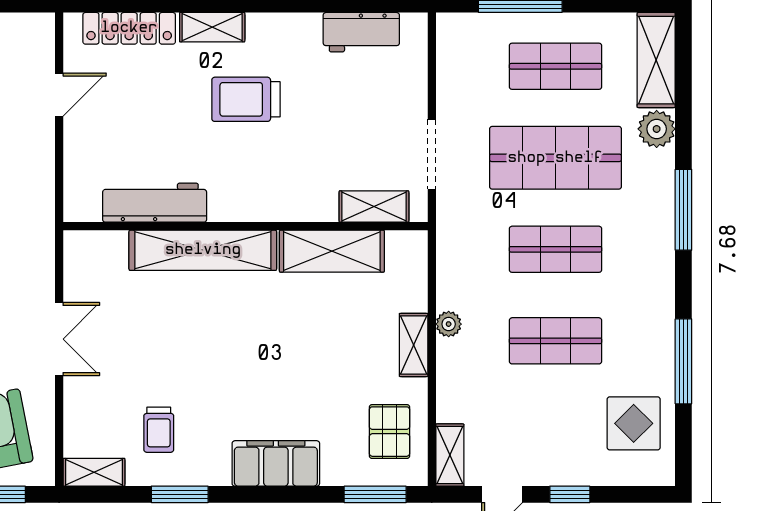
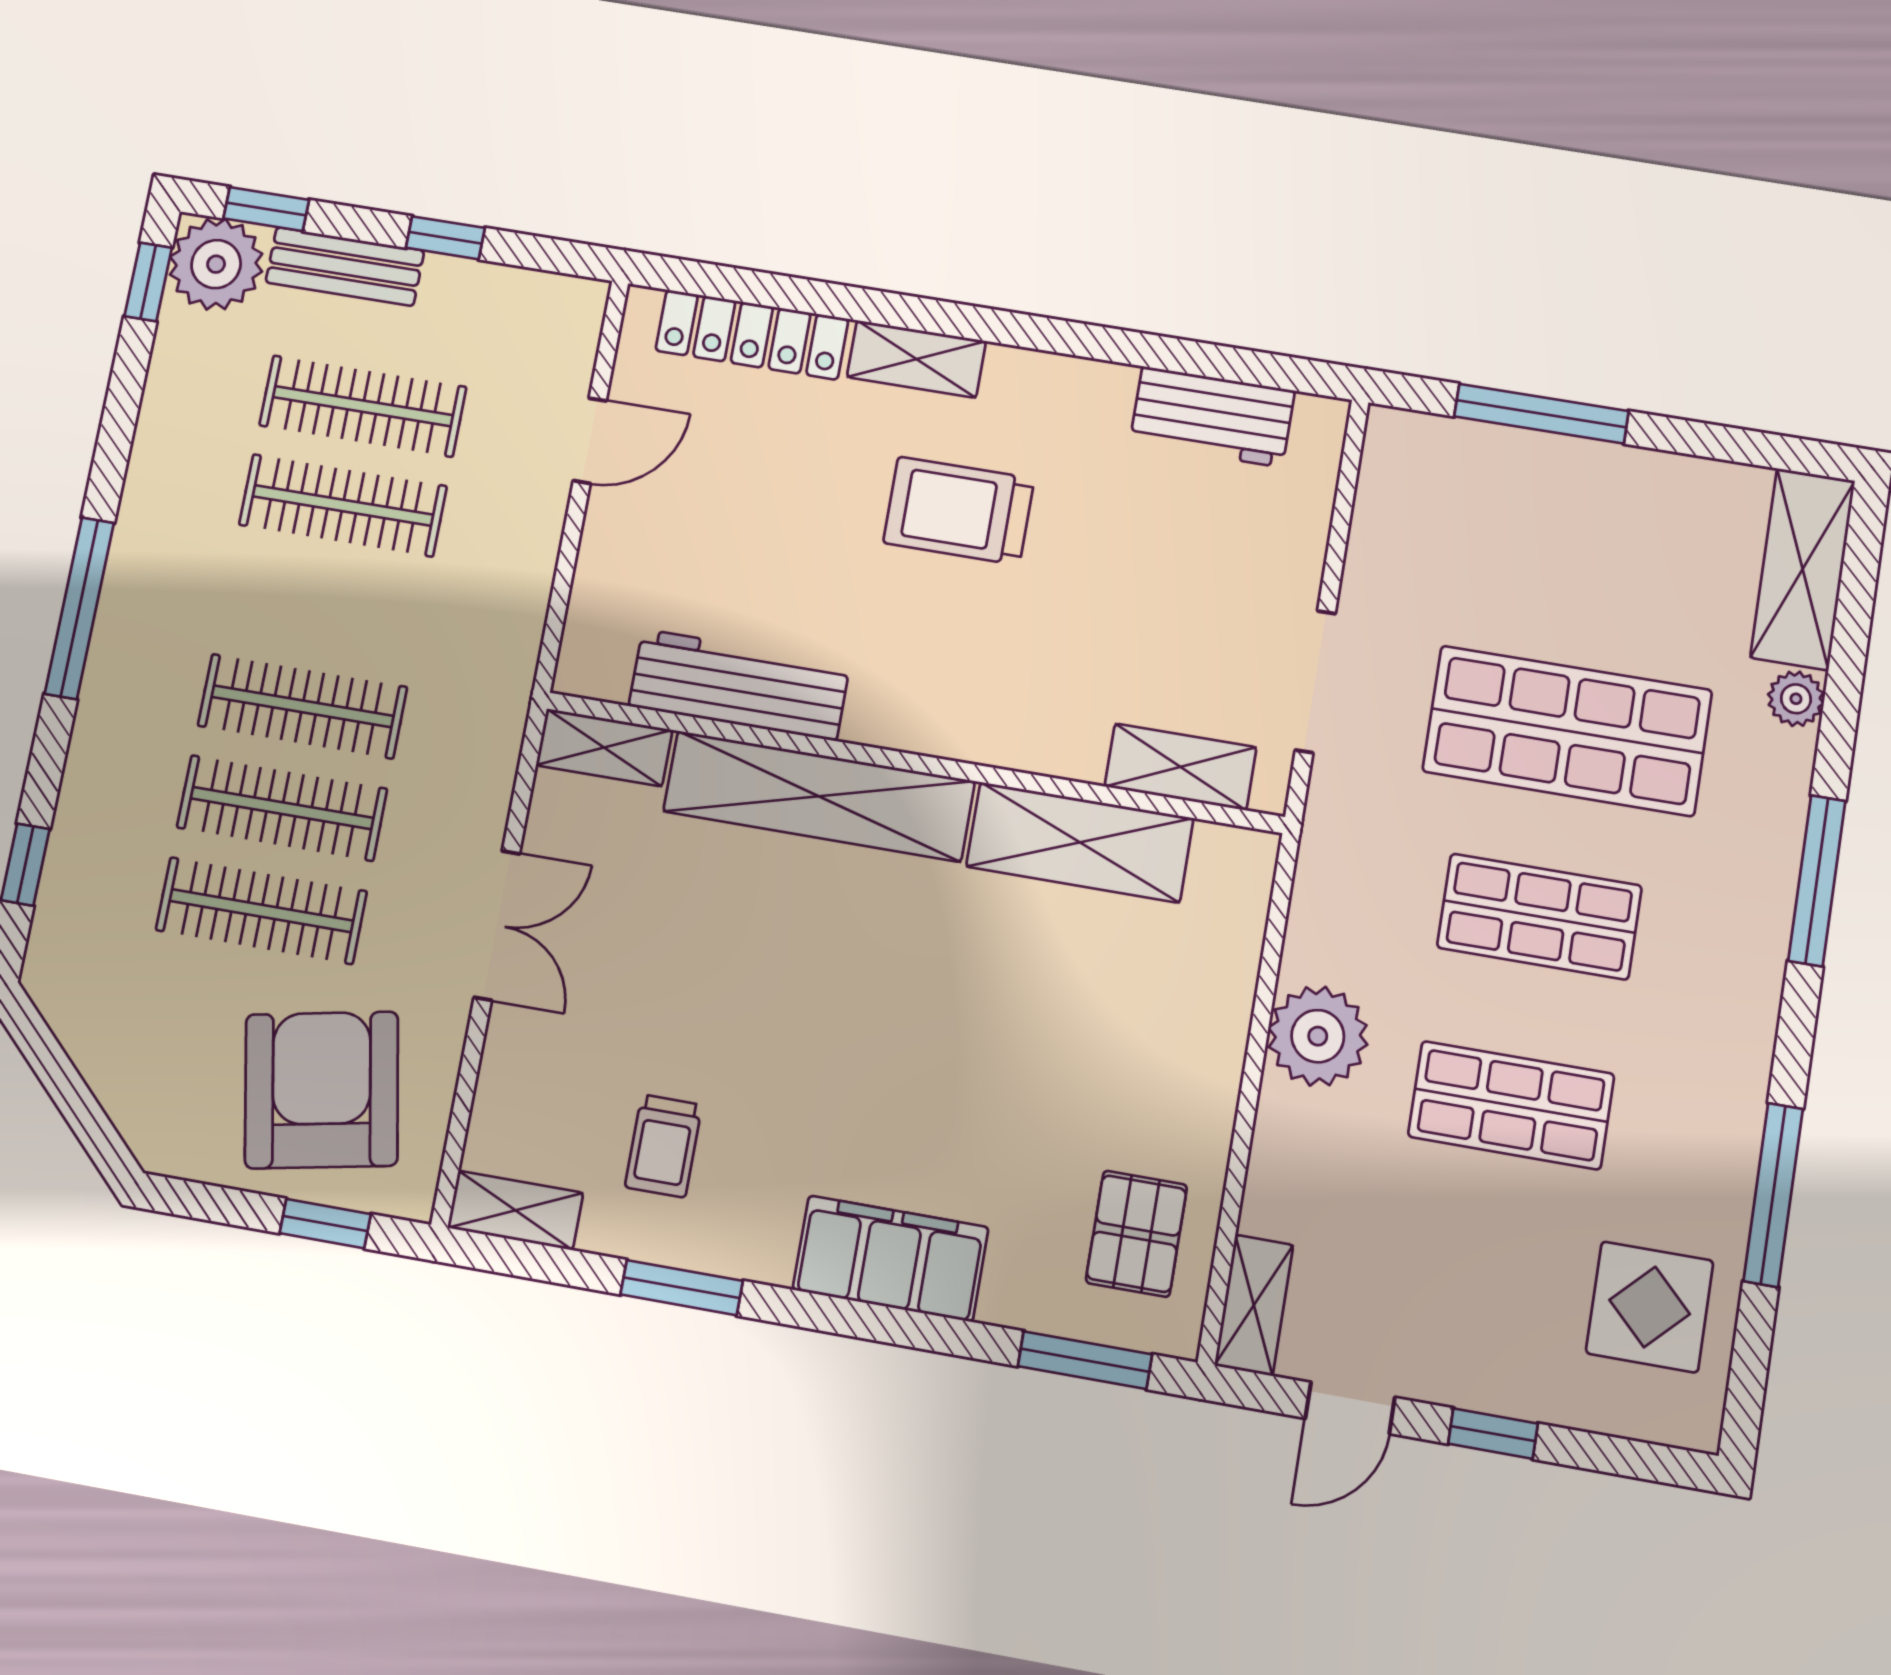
shop shelf: (555, 66) -> (1595, 548), removed
plant: (657, 129) -> (1796, 699), width x0.73, depth x0.73
plant: (449, 324) -> (1318, 1036), width x1.88, depth x1.88
shelving: (414, 345) -> (604, 748), moved, turned 90

